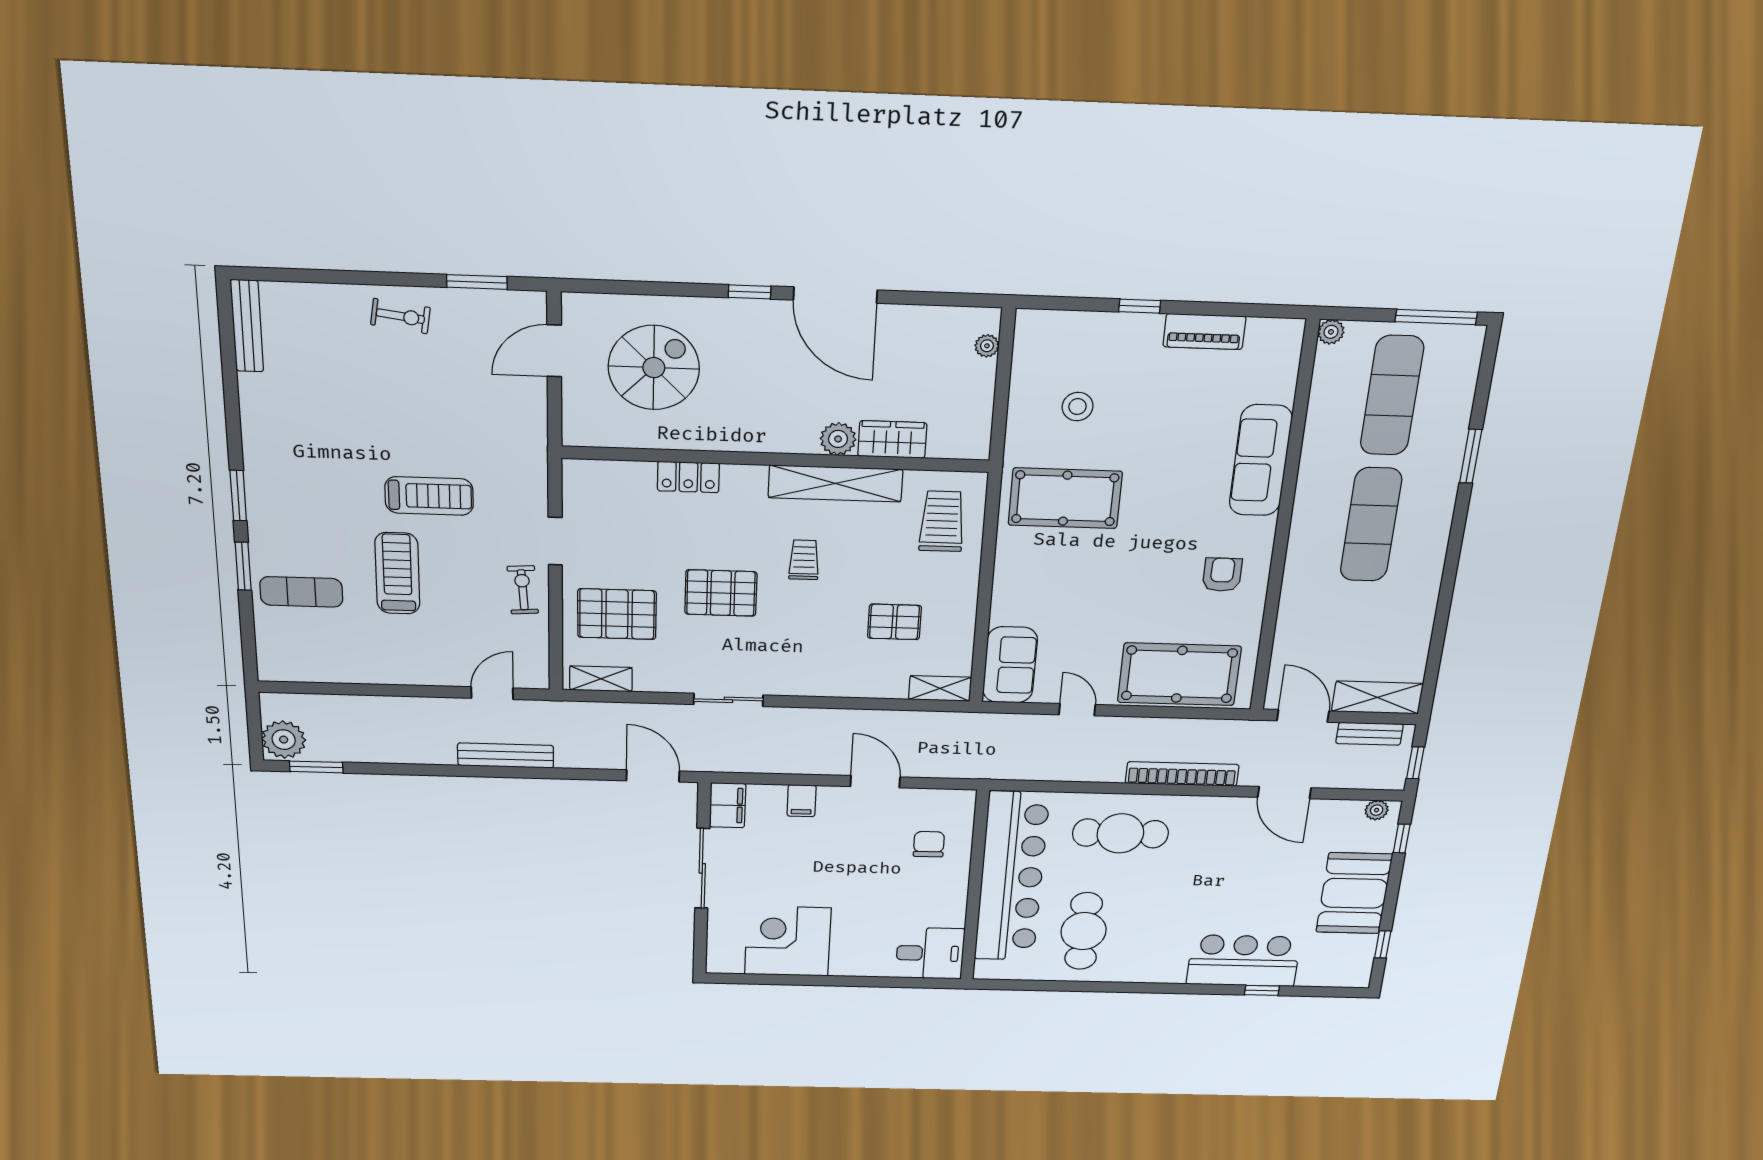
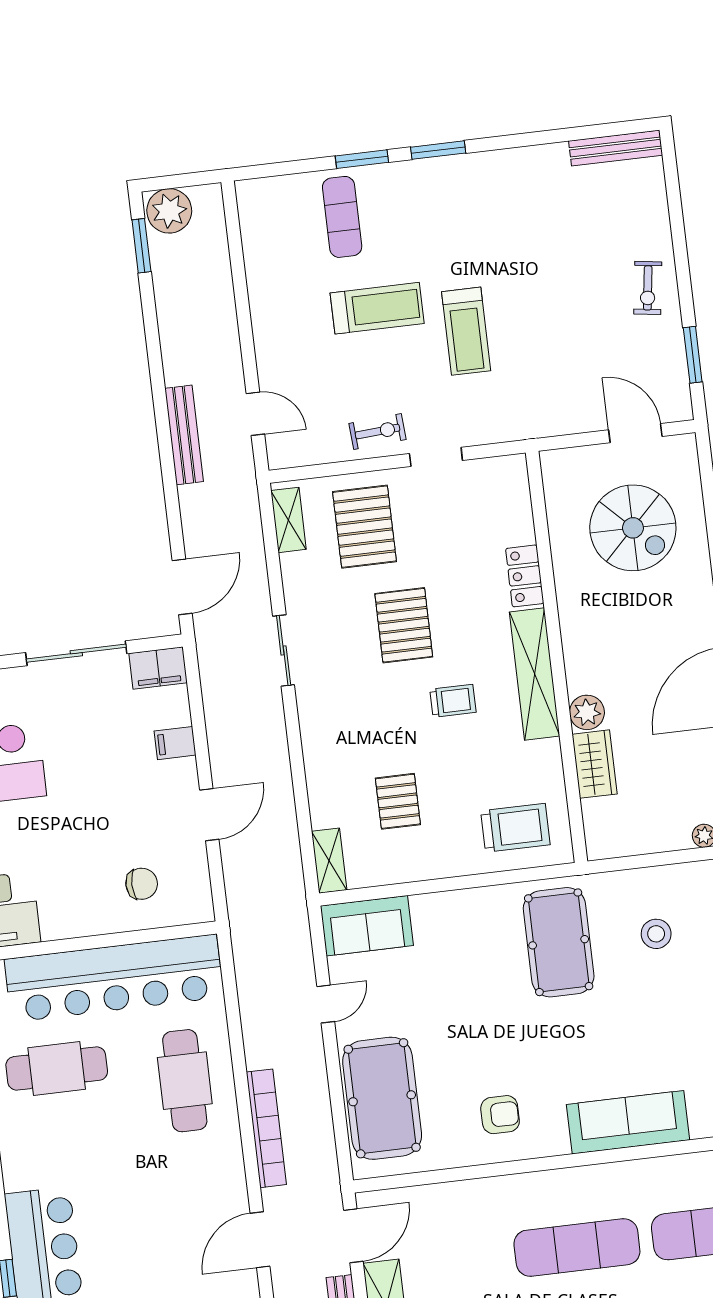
shelving: (835, 483) -> (535, 674), moved

